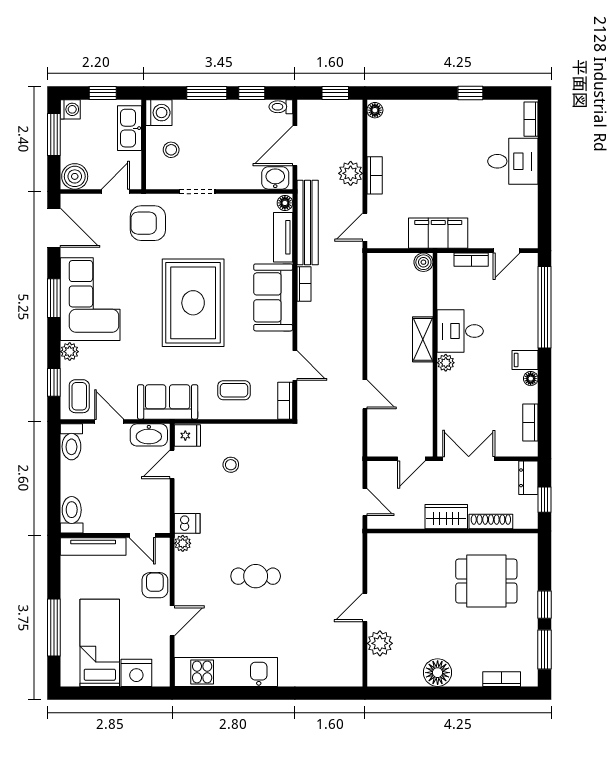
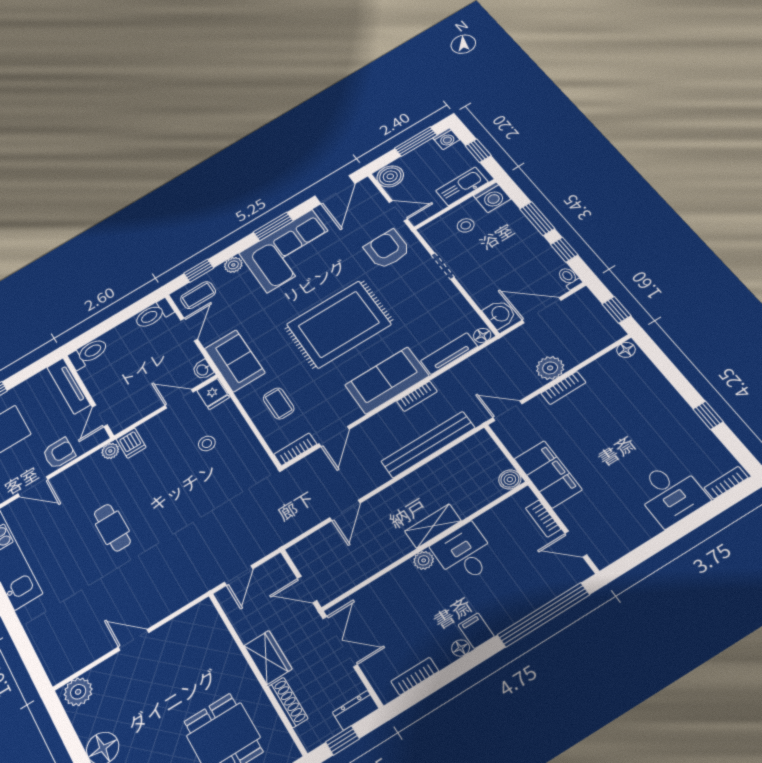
bench: (308, 222) -> (428, 445), moved
washbasin: (149, 435) -> (203, 370), width x0.52, depth x0.69
plant: (380, 643) -> (78, 692), moved

